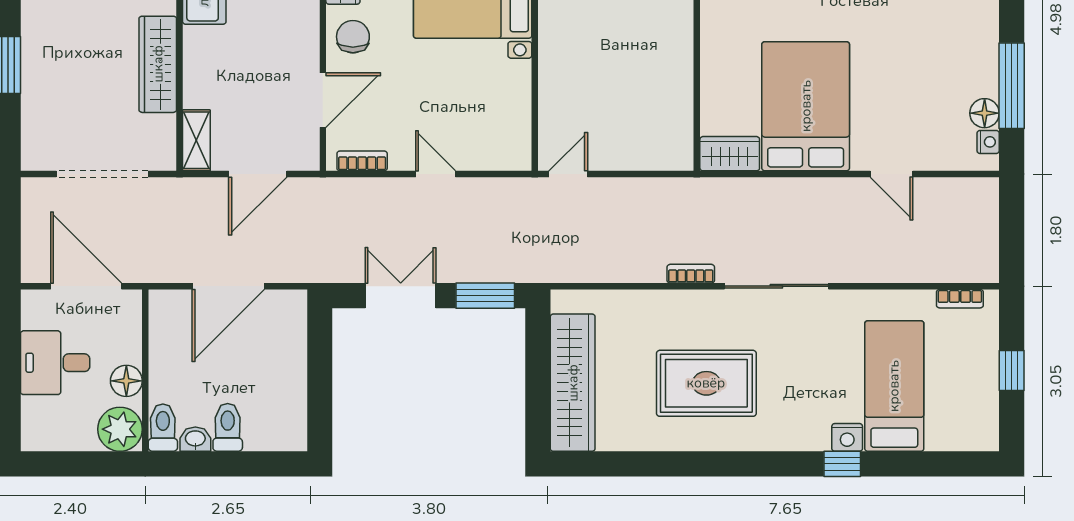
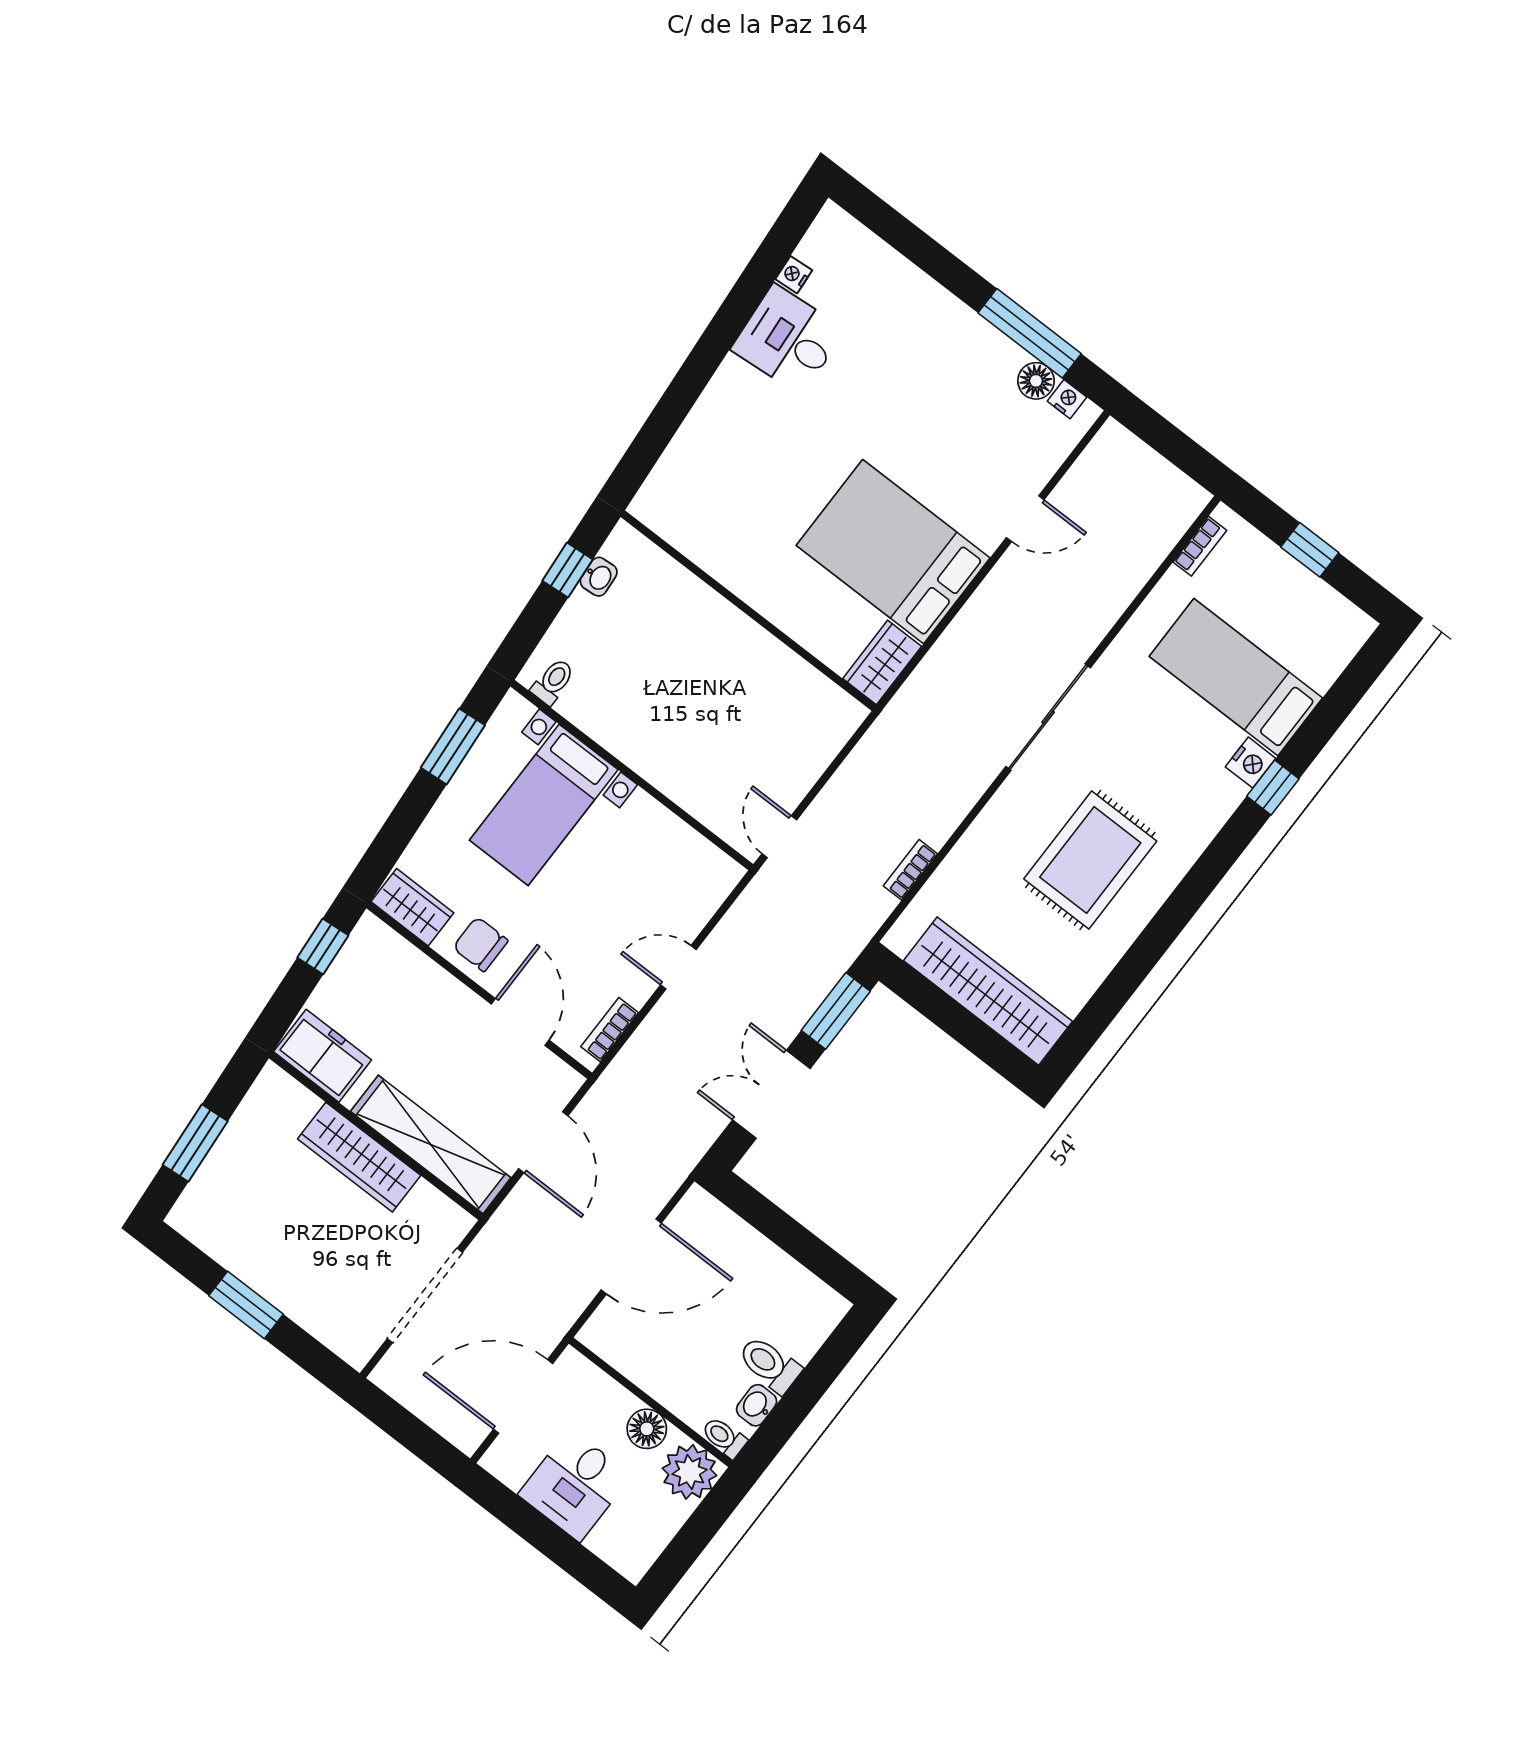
shelving: (196, 140) -> (431, 1144), width x2.20, depth x1.33
bookcase: (691, 274) -> (910, 870), moved
door: (228, 286) -> (631, 1257), hinge flipped
toilet: (163, 428) -> (724, 1437), width x0.73, depth x0.72

